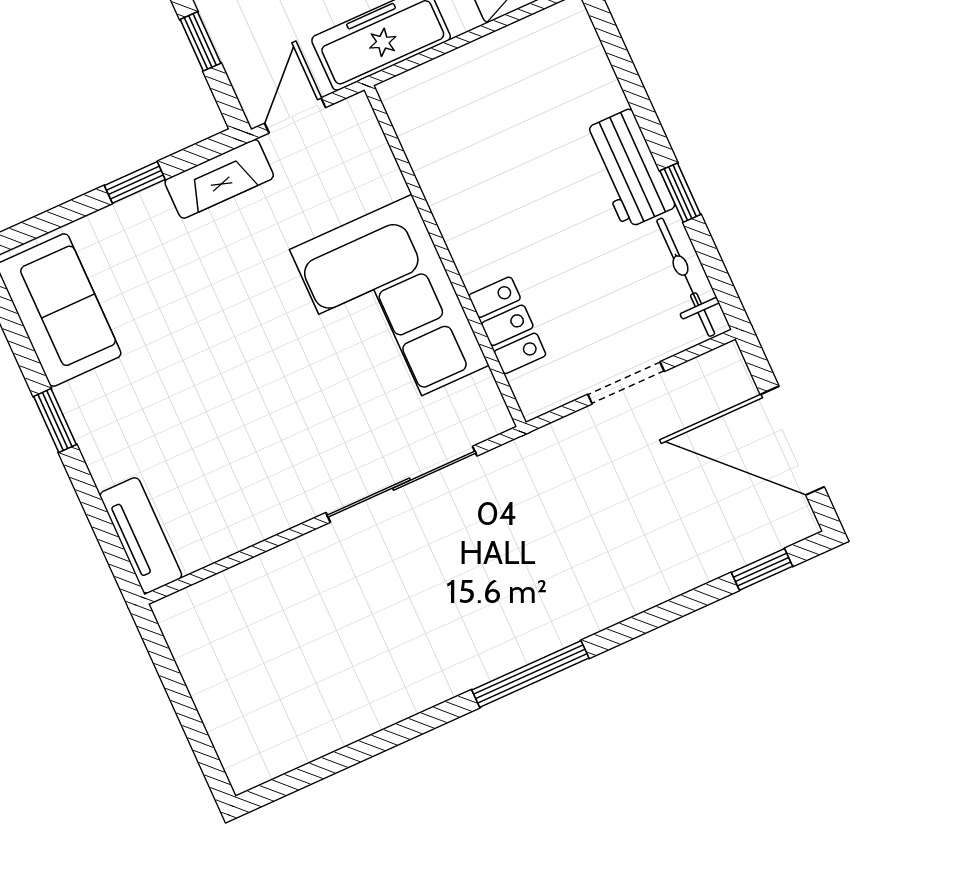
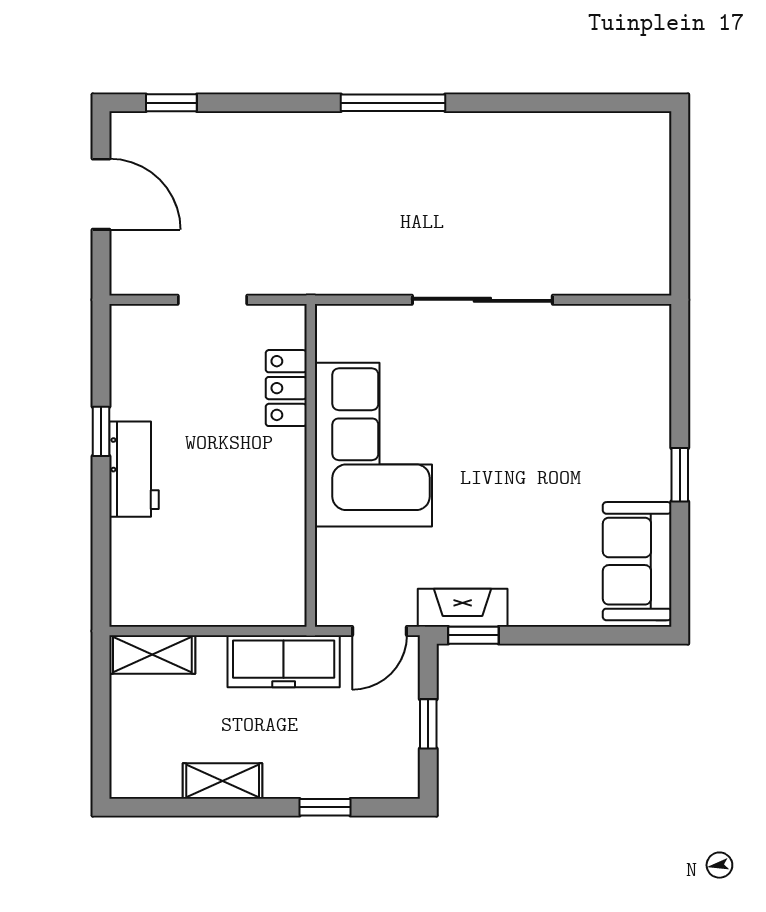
window: (135, 182) -> (473, 635), moved
bicycle: (686, 277) -> (127, 362), removed
door: (792, 441) -> (101, 194), width x0.73
sliding door: (402, 484) -> (482, 300), moved
tv unit: (141, 535) -> (653, 353), removed

